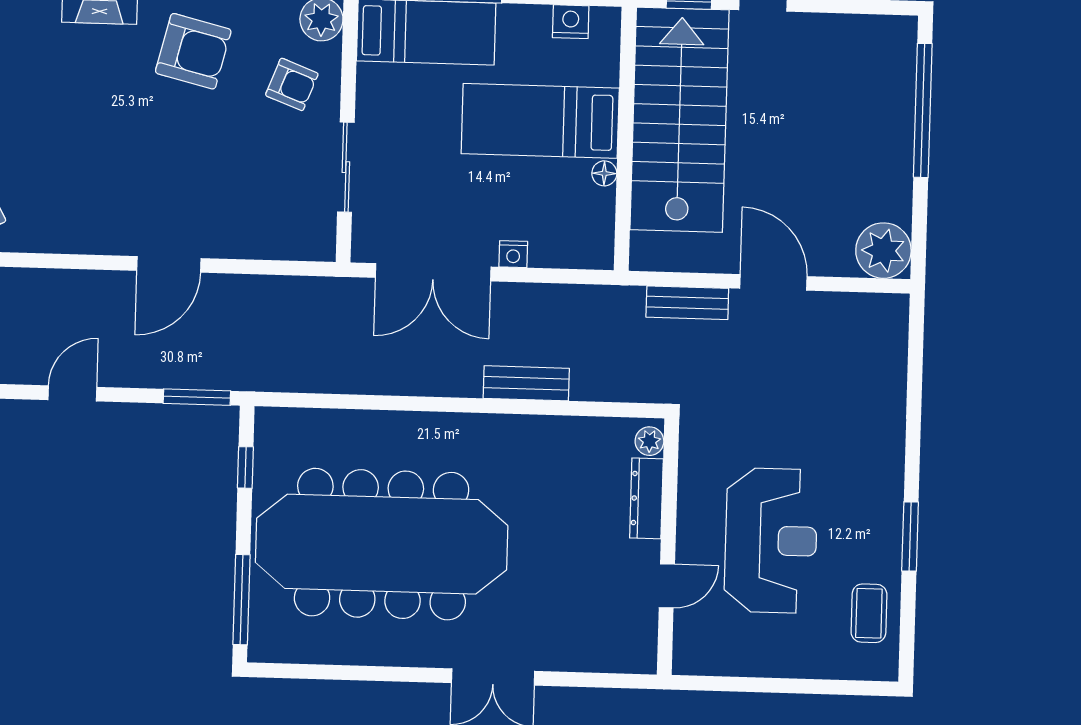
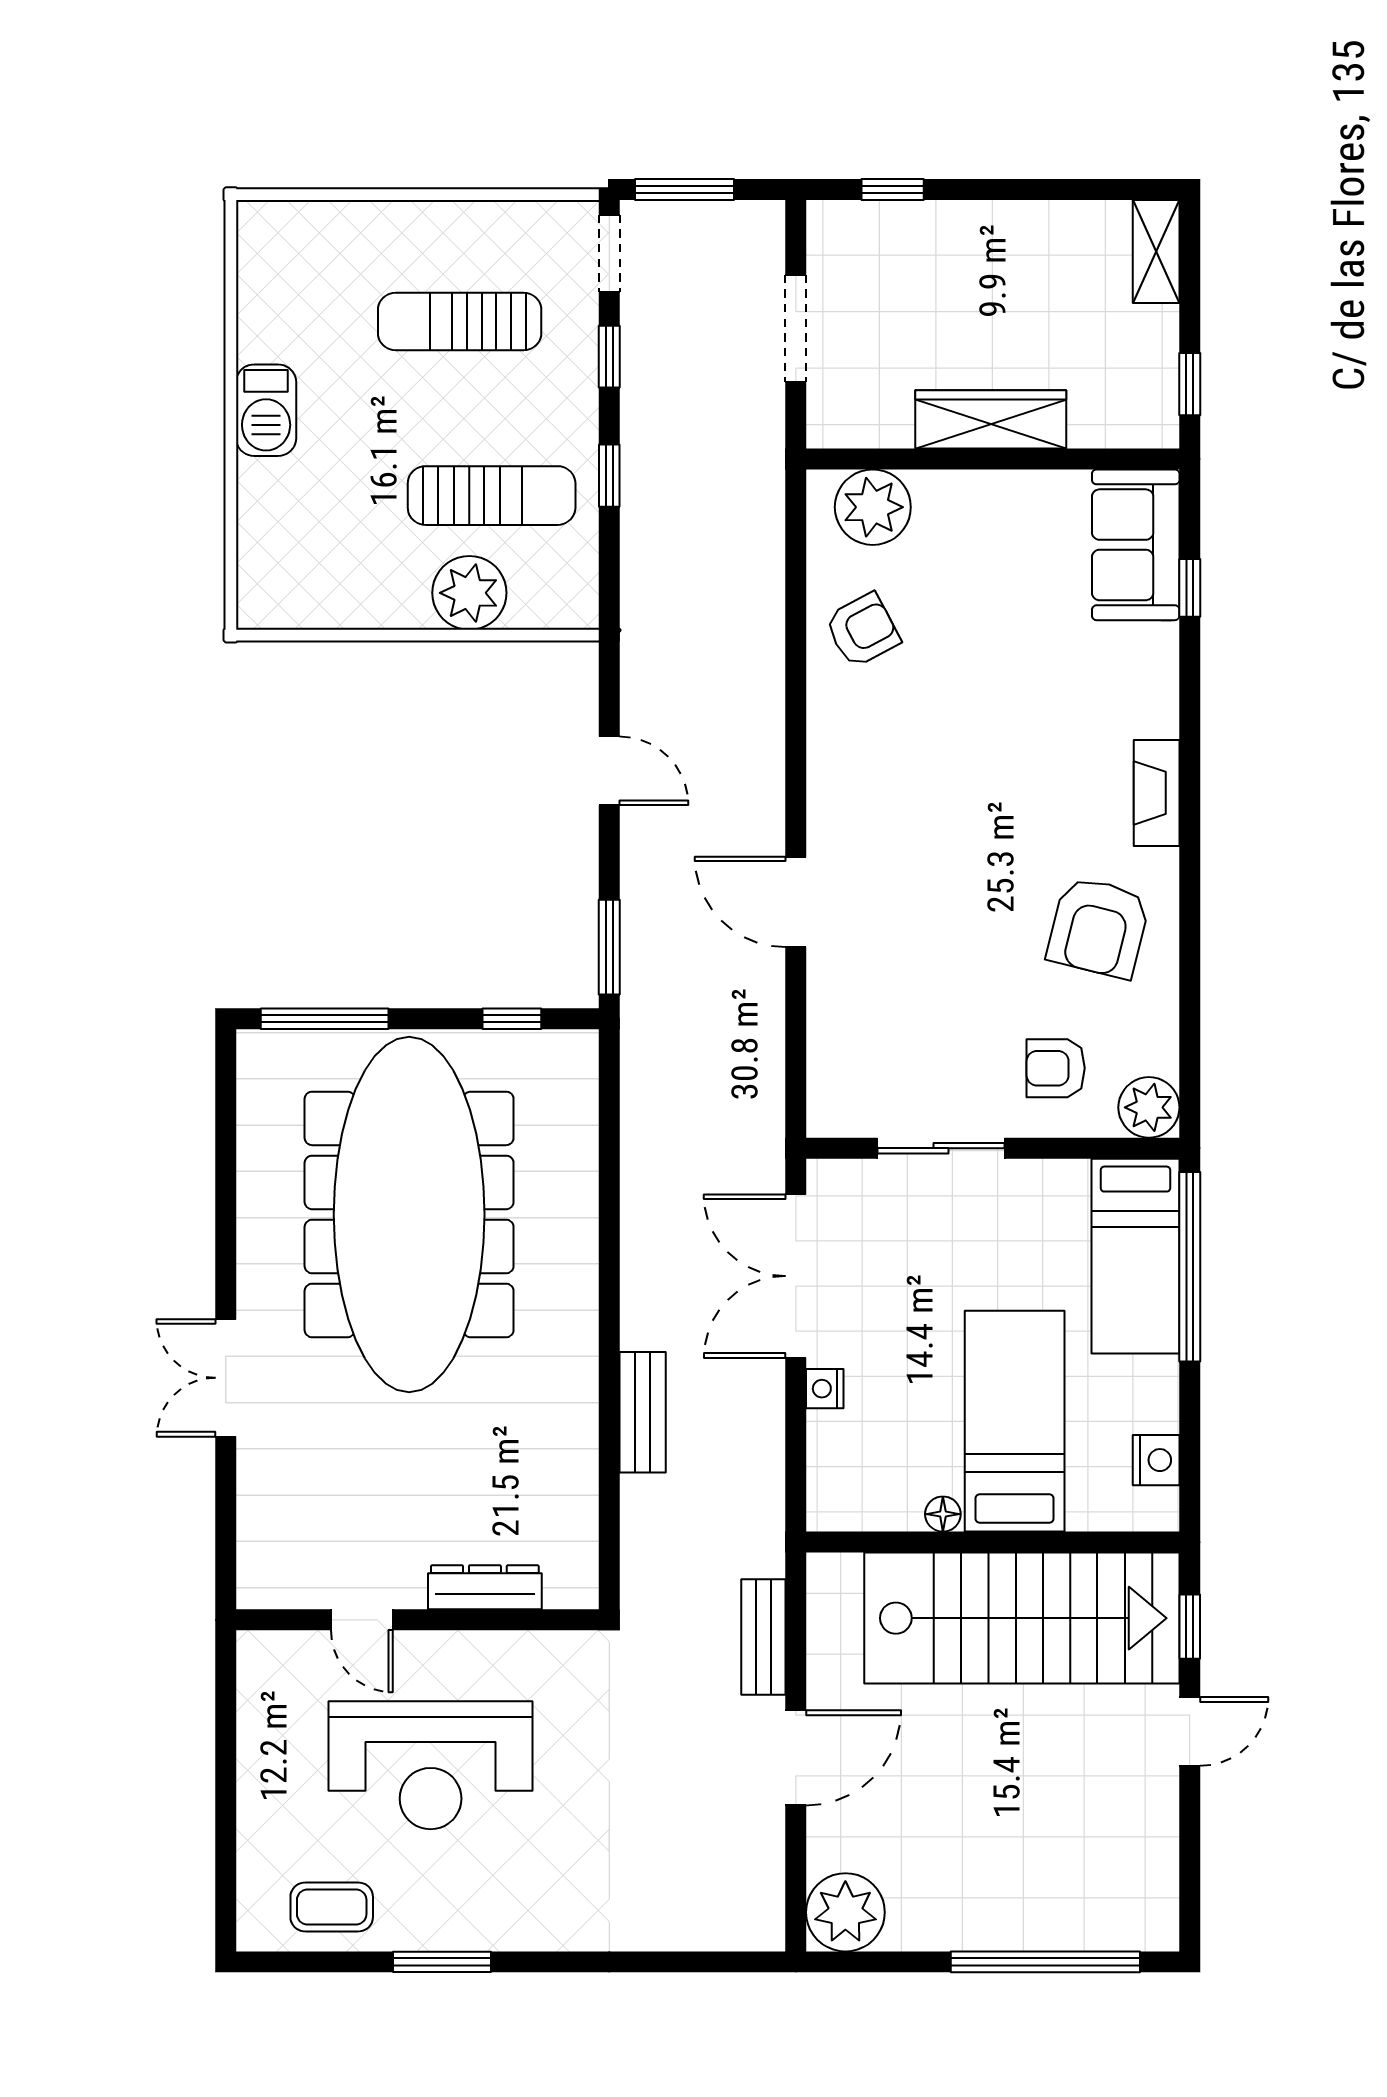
armchair: (292, 84) -> (1056, 1068), turned 69
plant: (649, 441) -> (566, 1589), removed

